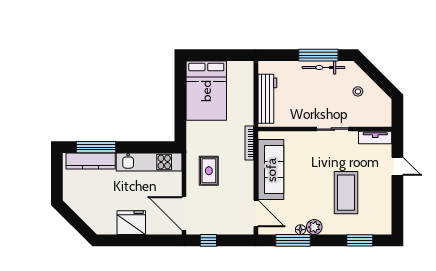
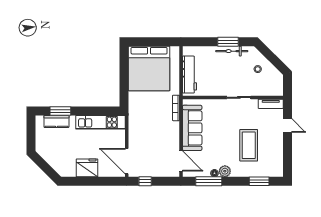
window: (318, 55) -> (228, 42), width x0.69
bed: (206, 91) -> (149, 68), width x1.36
window: (96, 147) -> (60, 111), width x0.69
kitchen counter: (91, 161) -> (56, 121), width x0.67
rug: (209, 171) -> (145, 129), removed

